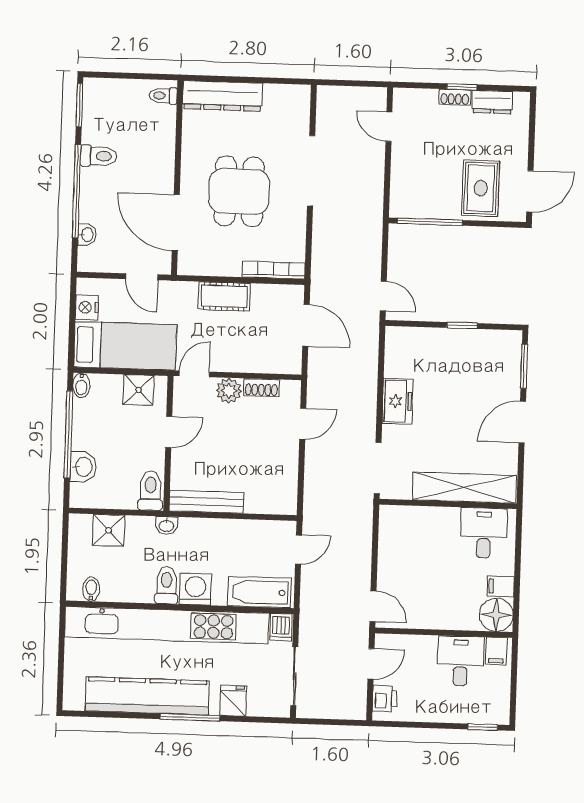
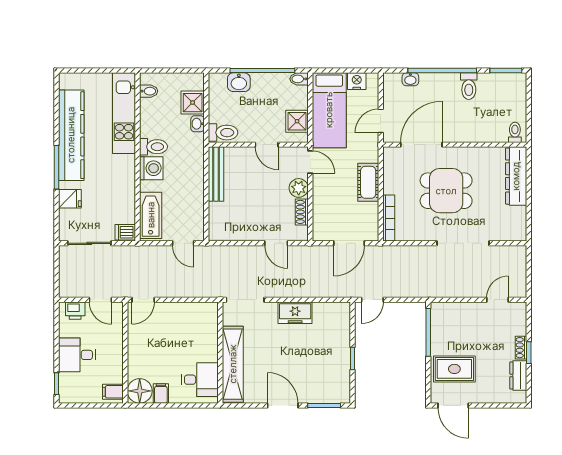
washbasin: (166, 526) -> (198, 124), moved
kitchen unit: (167, 625) -> (124, 113), width x0.54
desk: (461, 661) -> (77, 355), moved, turned 180

